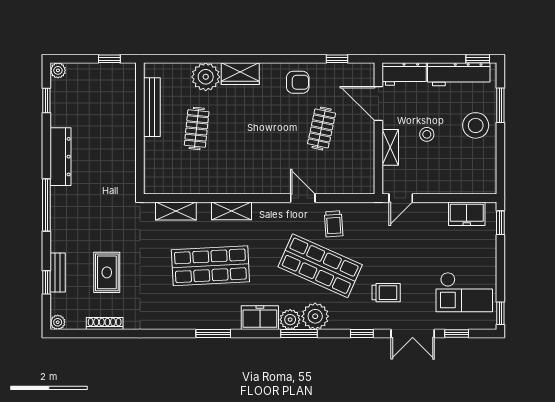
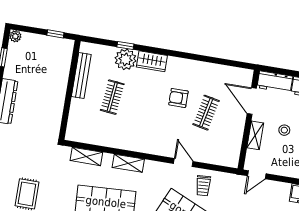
window: (337, 59) -> (125, 46), moved
armchair: (298, 82) -> (178, 98), moved, turned 180

